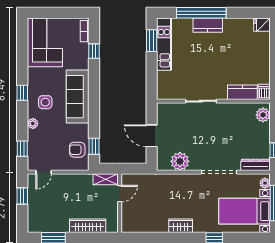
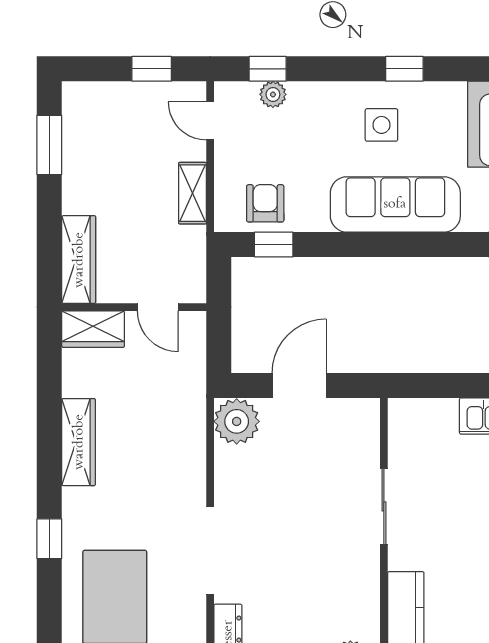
plant: (33, 124) -> (273, 94), moved
plant: (180, 161) -> (237, 421), moved
shelving: (106, 179) -> (193, 193), moved
wardrobe: (129, 220) -> (93, 329), added
wardrobe: (88, 226) -> (79, 260), moved
wardrobe: (181, 226) -> (79, 442), width x1.50

